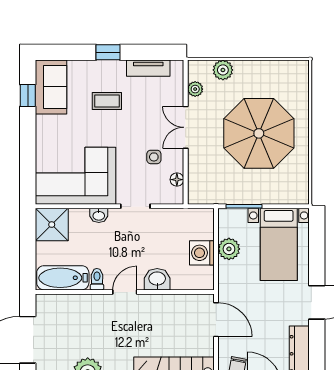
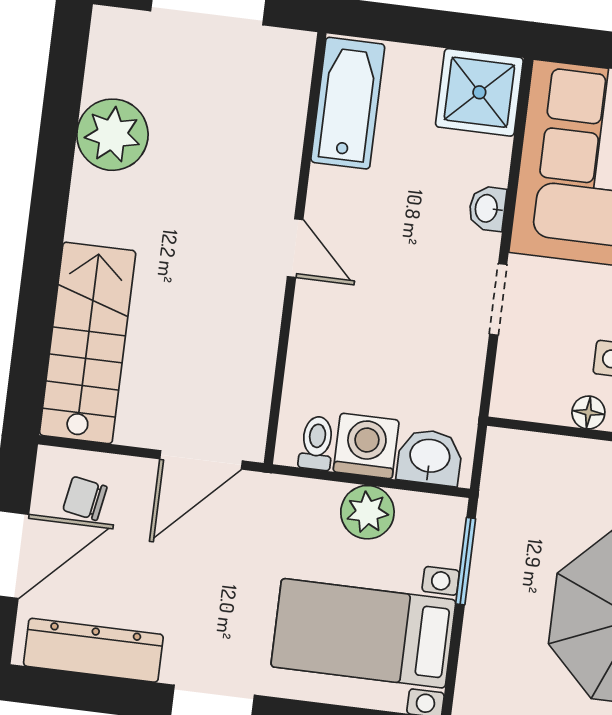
floor lamp: (177, 180) -> (588, 412), moved
toilet: (97, 279) -> (317, 443), moved, turned -90
washbasin: (157, 279) -> (430, 457), moved, turned -90

